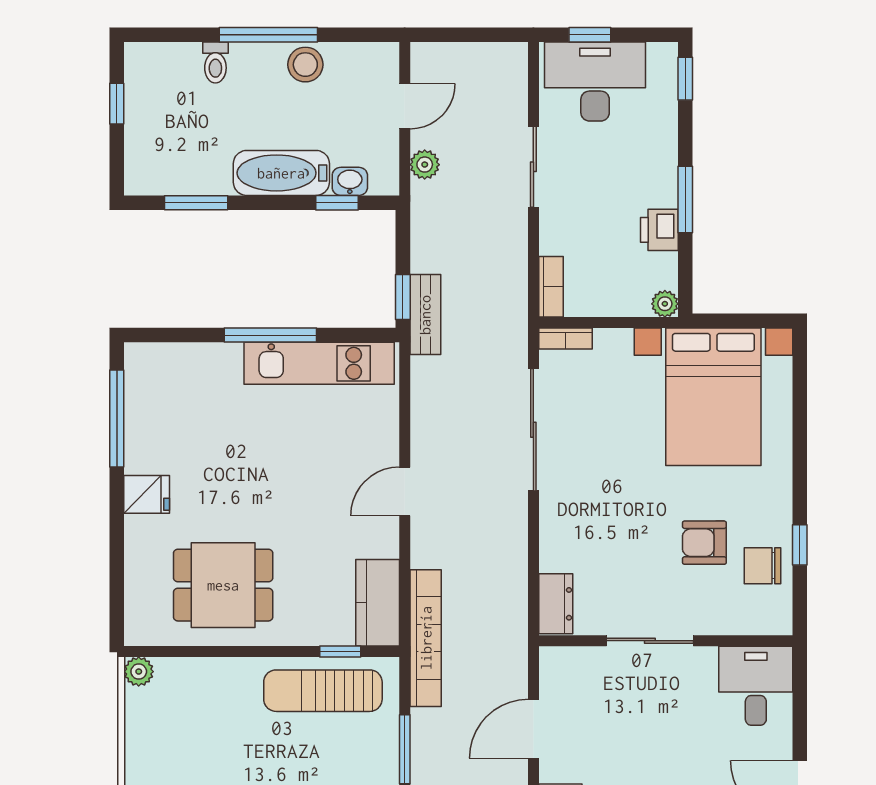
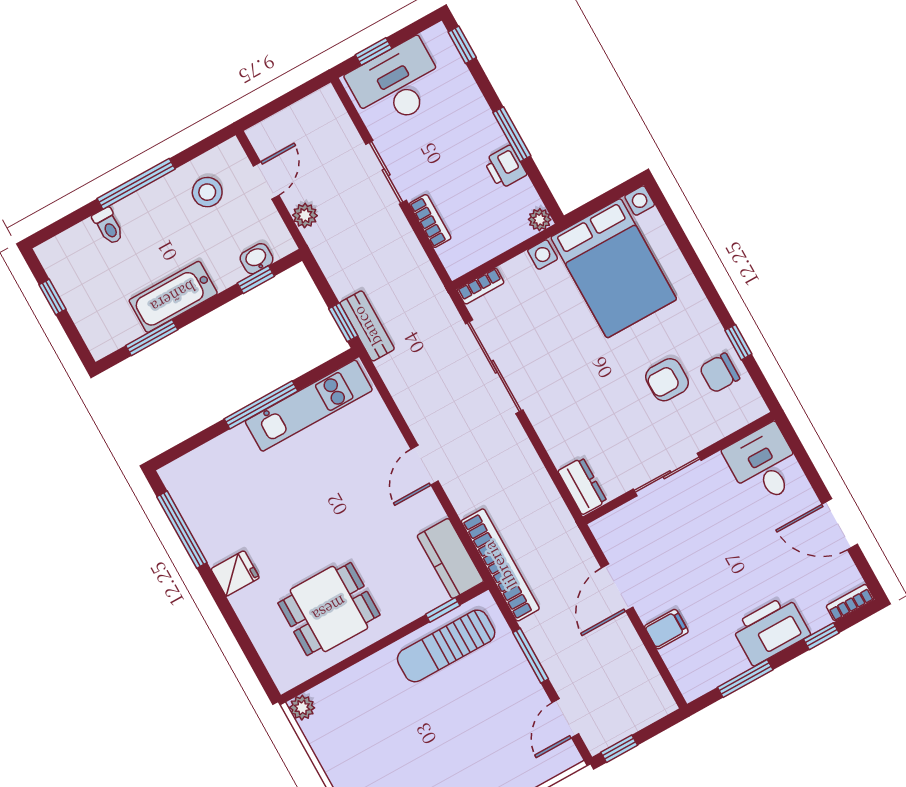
stool: (305, 65) -> (207, 192), moved
bathtub: (281, 173) -> (173, 297), moved
bookcase: (551, 287) -> (430, 221), moved

